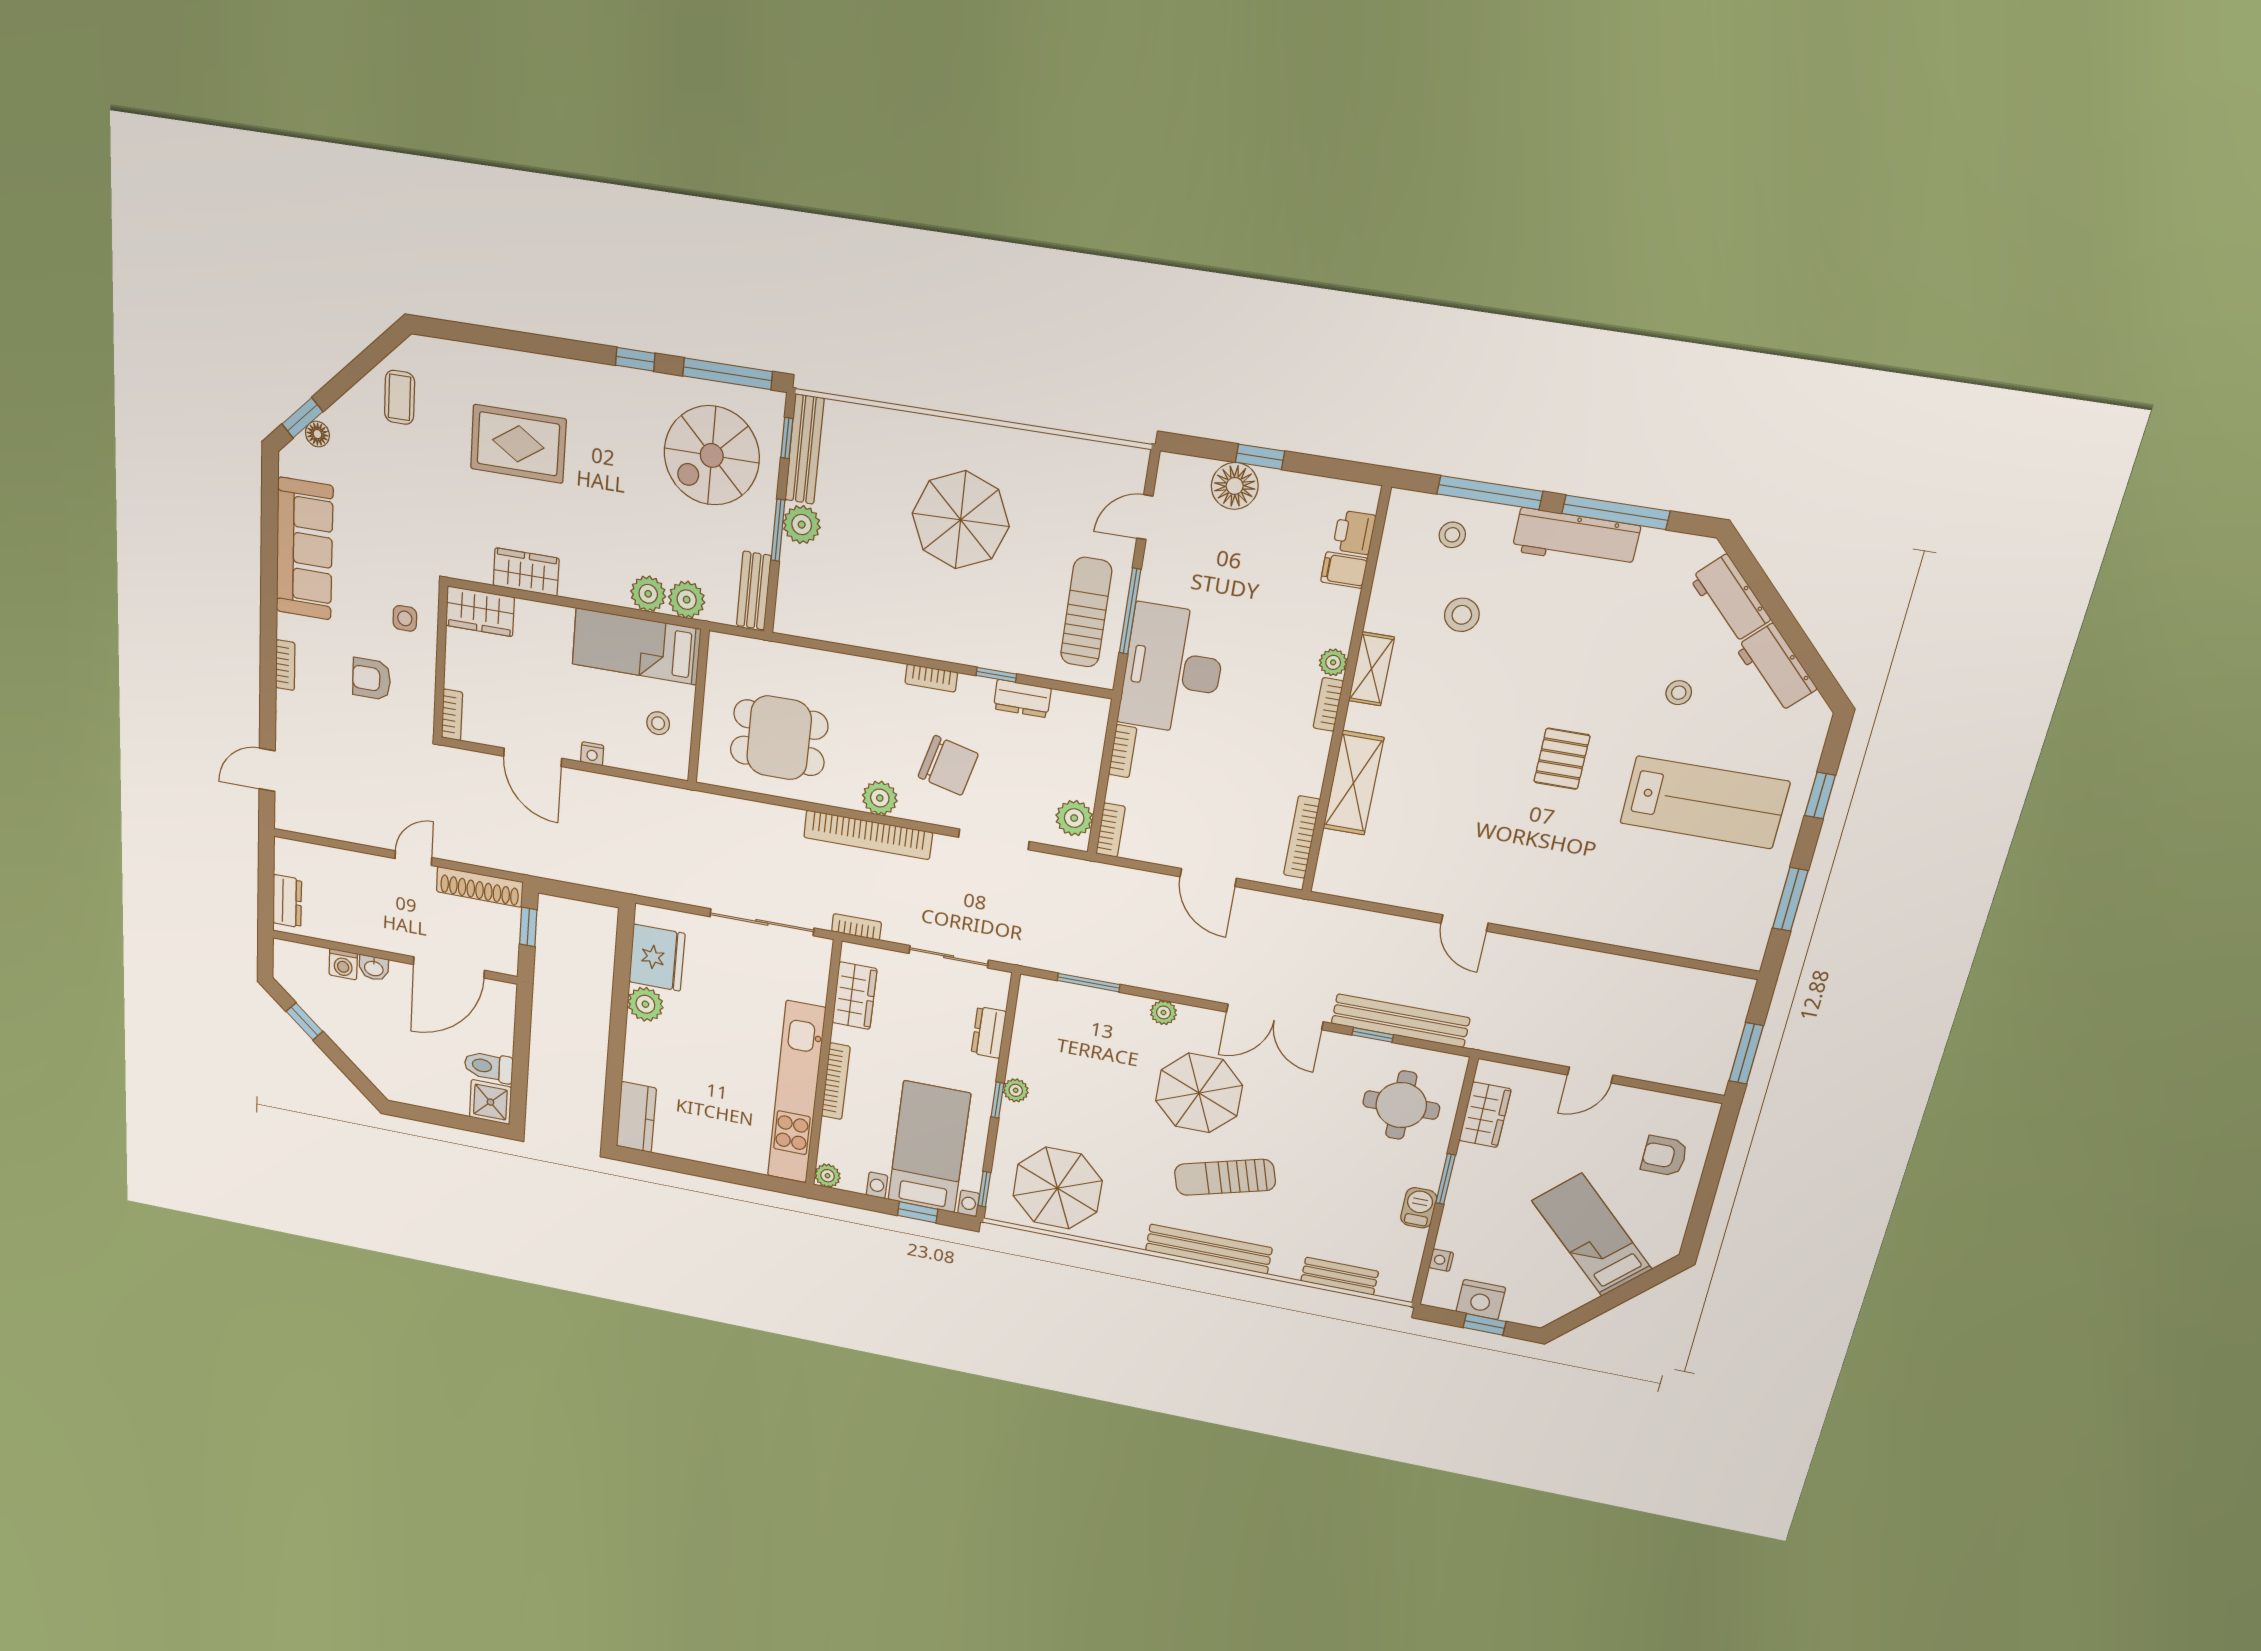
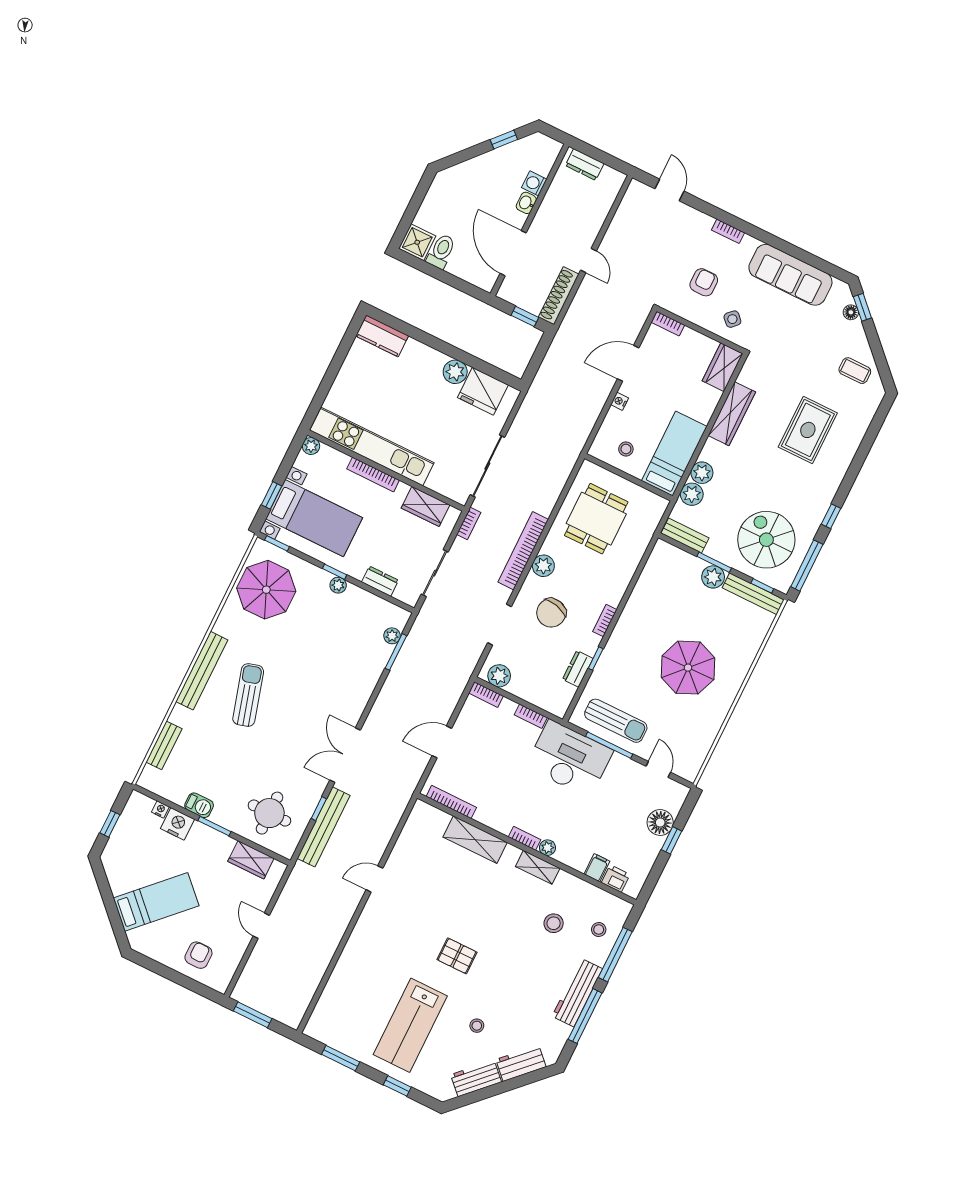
wardrobe: (526, 572) -> (732, 414), width x1.50
side table: (405, 618) -> (732, 319), turned 45
plant: (1163, 1012) -> (392, 636), moved
parasol: (1199, 1093) -> (308, 696), removed
nightstand: (1481, 1300) -> (177, 824), moved, turned 90

